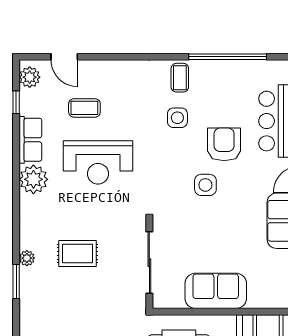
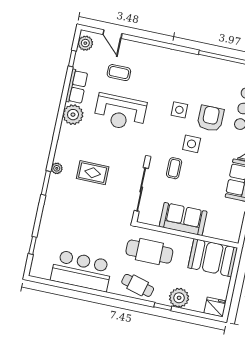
coffee table: (180, 78) -> (174, 168), moved
side table: (177, 118) -> (179, 110), moved

